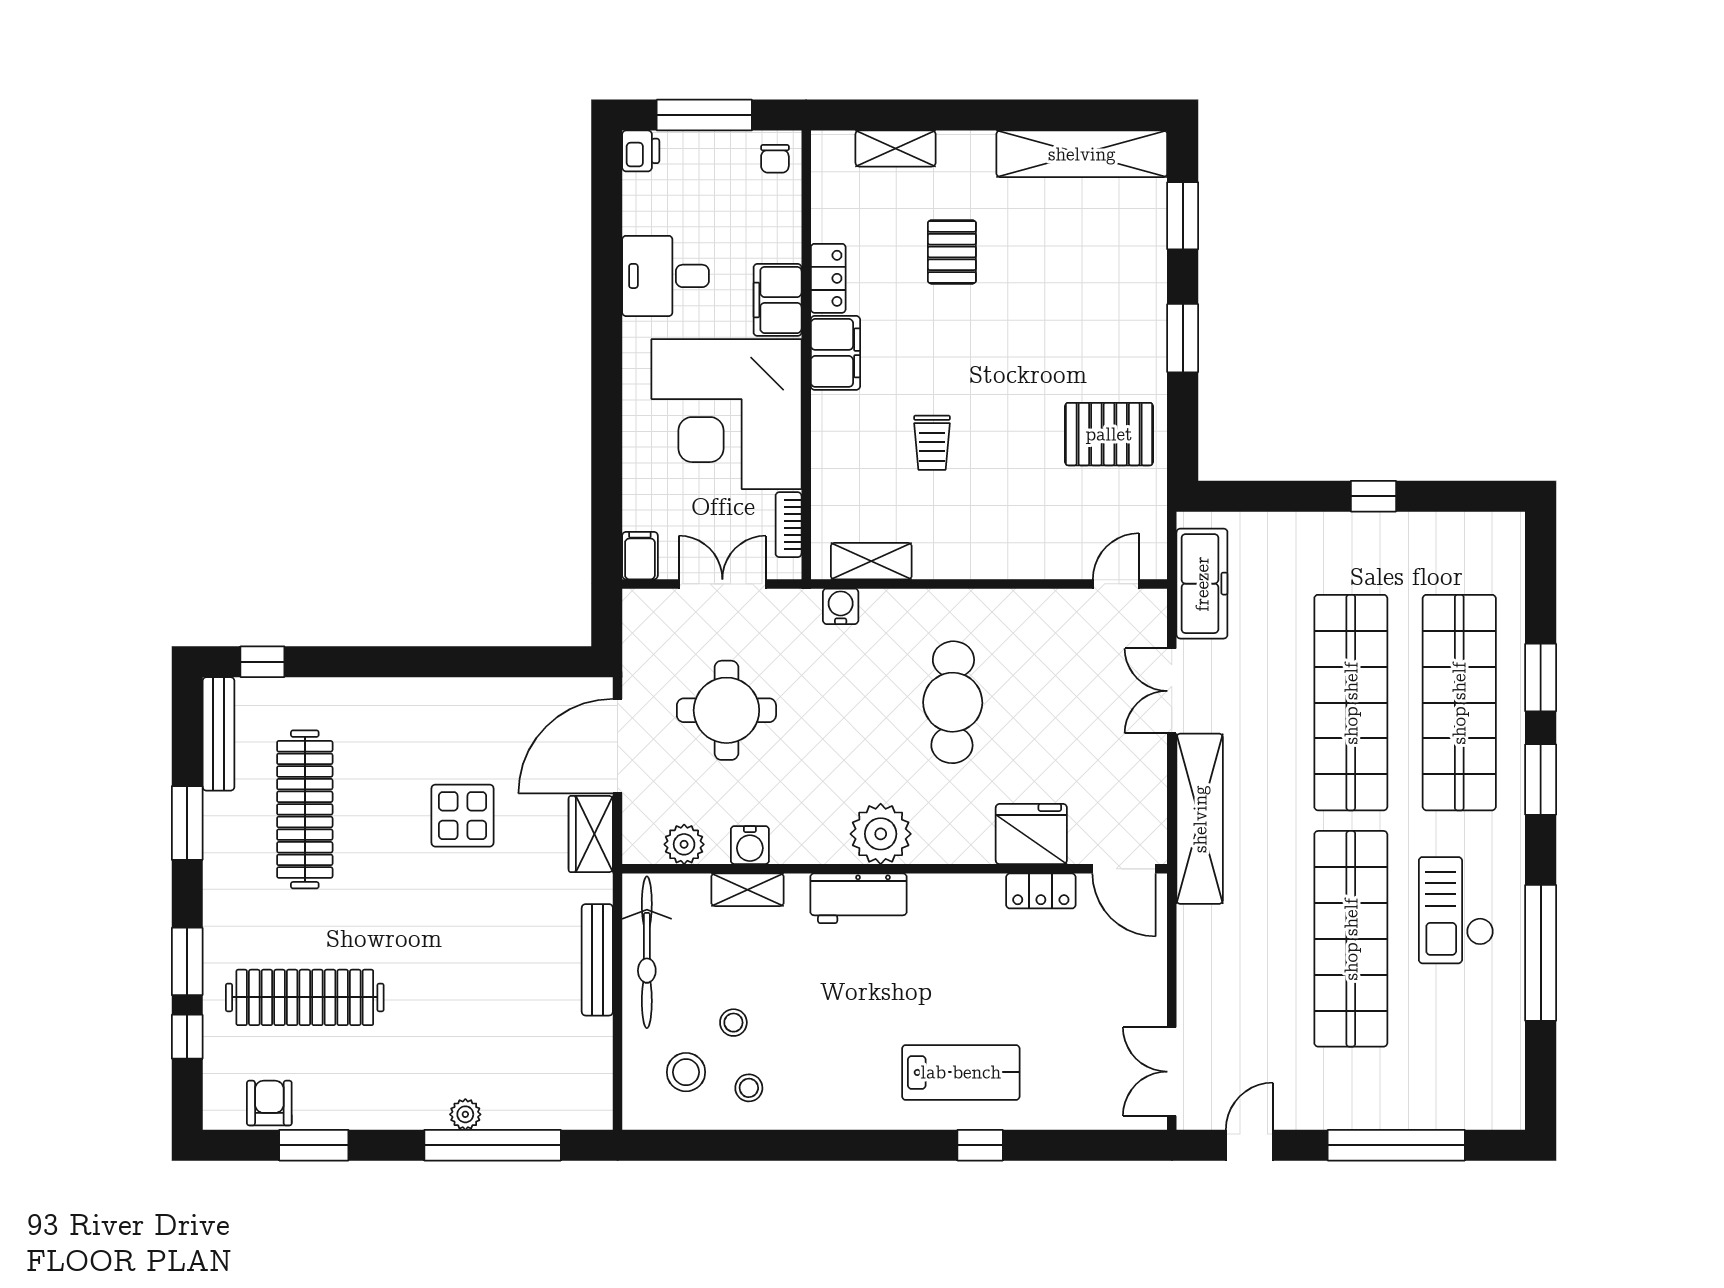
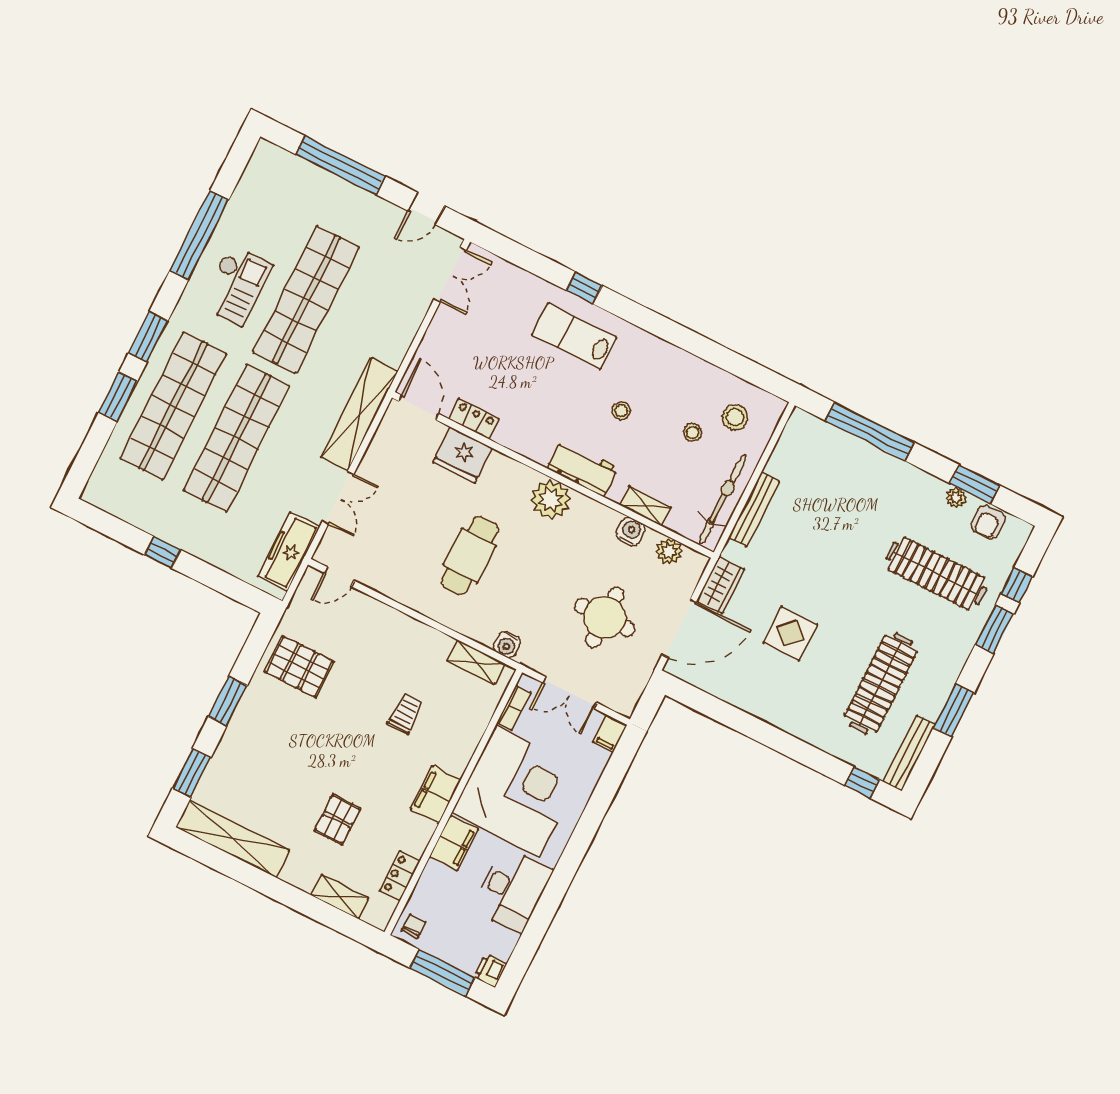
desk: (666, 276) -> (512, 890), width x1.37
locker: (828, 278) -> (400, 876), moved
stool: (749, 1088) -> (621, 411), moved
plant: (465, 1114) -> (956, 497), moved

